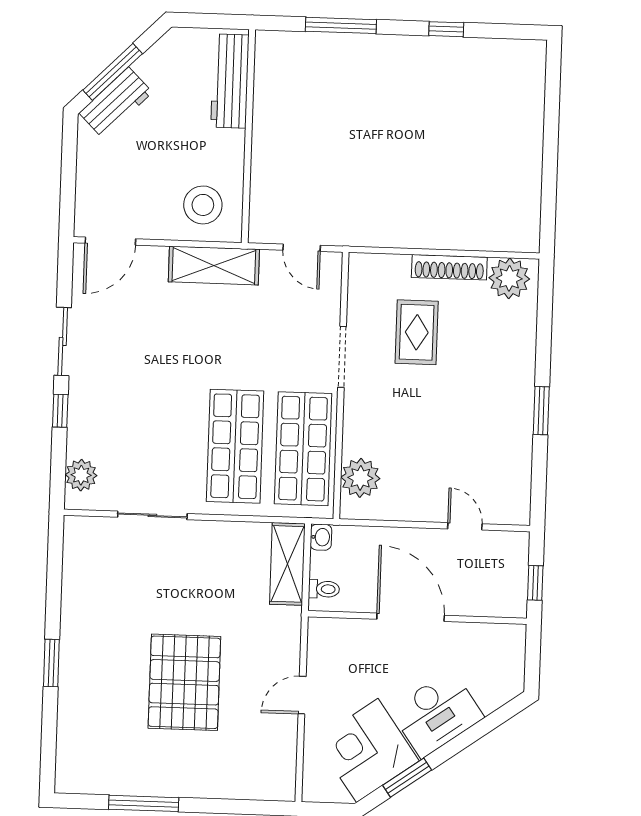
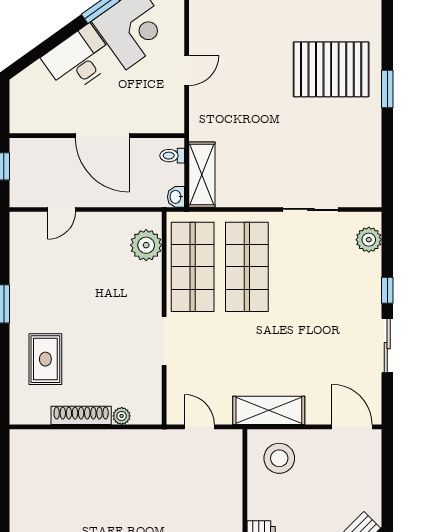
door: (110, 241) -> (352, 427), hinge flipped
plant: (509, 278) -> (122, 416), moved, width x0.53, depth x0.53
rug: (417, 332) -> (45, 359), moved
door: (465, 526) -> (61, 209), hinge flipped
pallet: (184, 682) -> (331, 69), moved, turned 90

